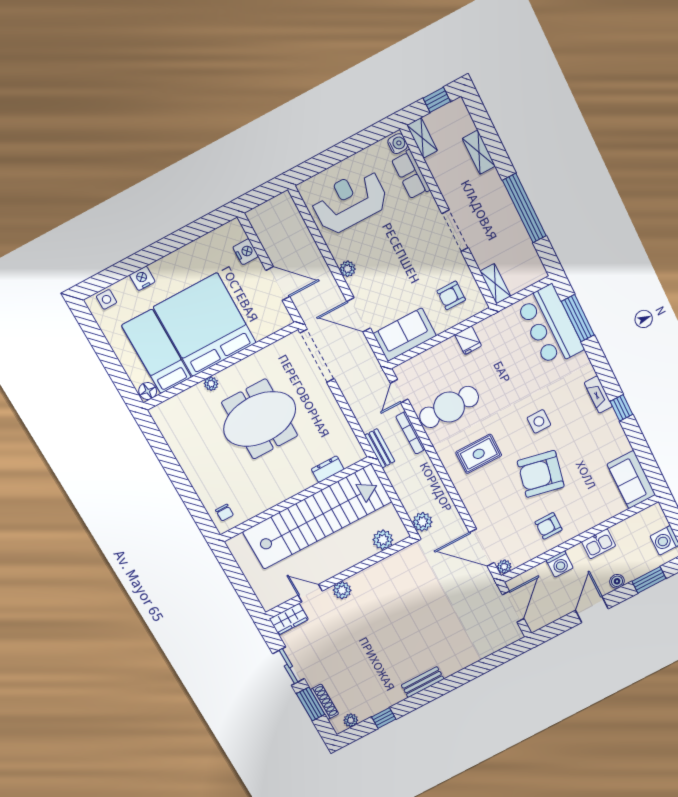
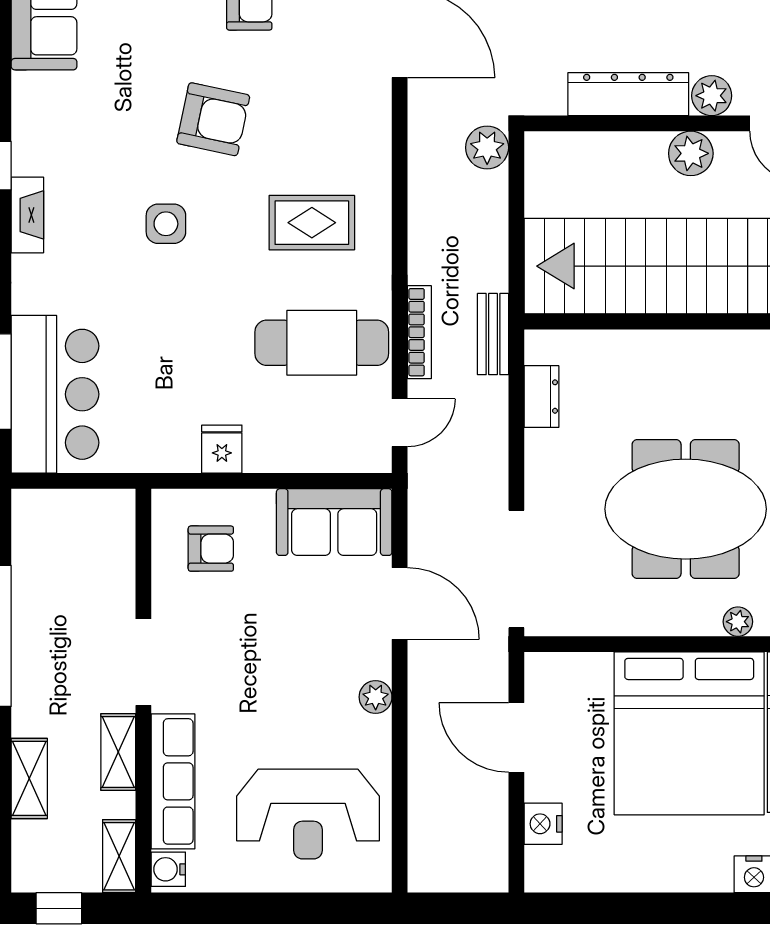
row of seats: (411, 175) -> (173, 781), width x1.48
shelving: (495, 284) -> (118, 752), moved
dresser: (328, 469) -> (541, 397), moved, turned -90
armchair: (541, 474) -> (213, 119), width x0.73, depth x0.73
plant: (383, 540) -> (691, 153), moved
dresser: (376, 573) -> (628, 94), added

